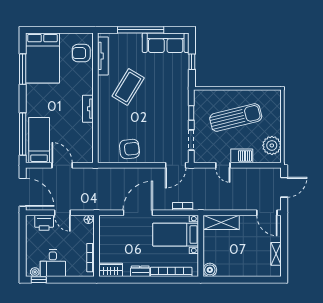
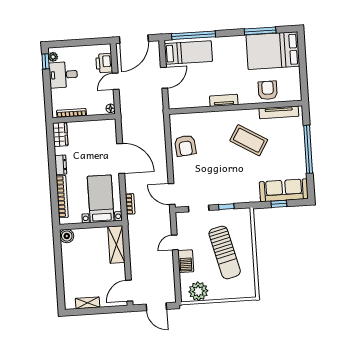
sofa: (166, 43) -> (284, 190), moved, turned 90
armchair: (81, 53) -> (268, 90), moved

